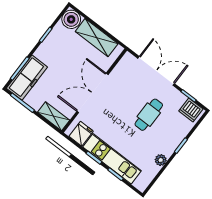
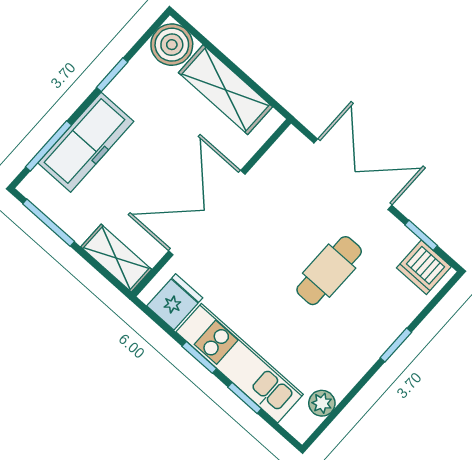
freezer: (27, 78) -> (86, 142), moved
plant: (161, 160) -> (322, 403), moved

